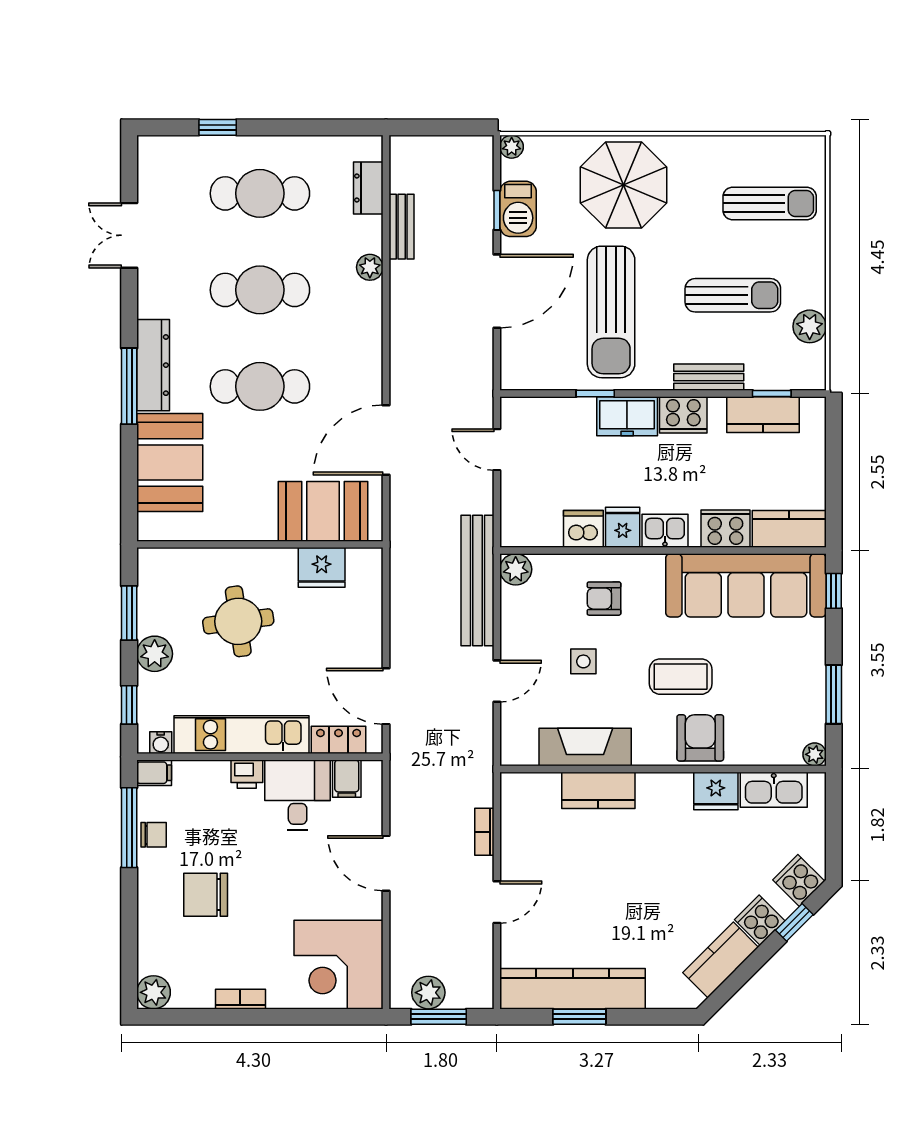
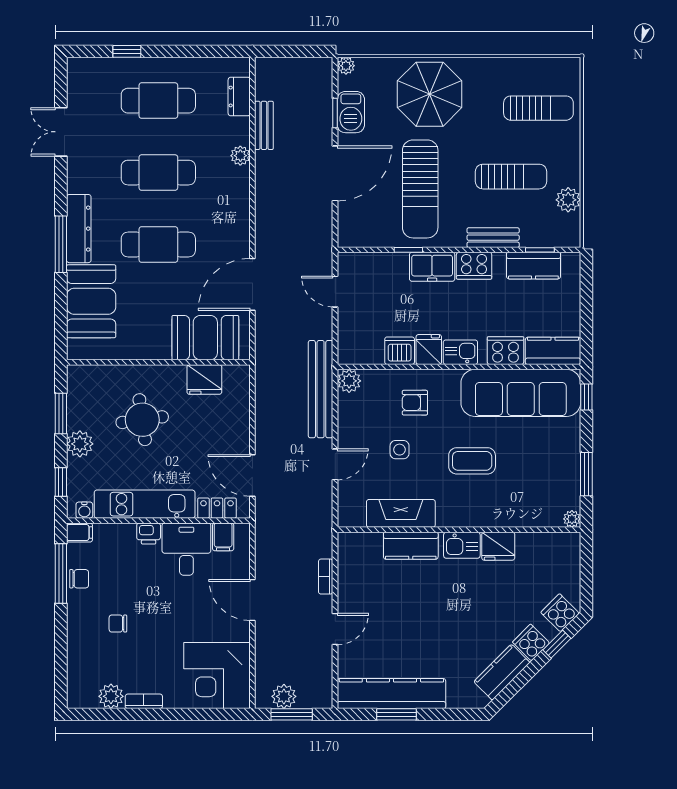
armchair: (700, 738) -> (487, 507), removed
kitchen sink: (774, 790) -> (462, 545), moved, width x0.73
chair: (206, 895) -> (118, 624), width x0.54, depth x0.54
plant: (154, 992) -> (111, 696), moved

